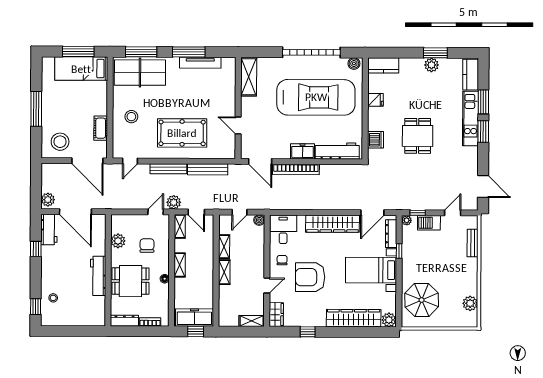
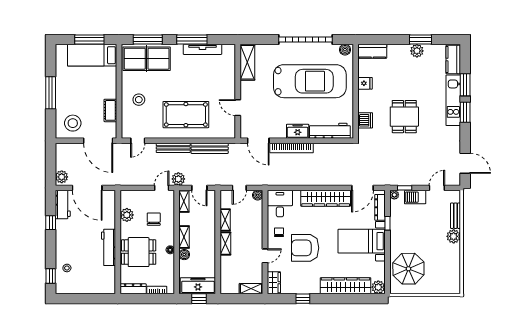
boiler: (180, 284) -> (184, 255), added
plant: (470, 303) -> (454, 236), moved

